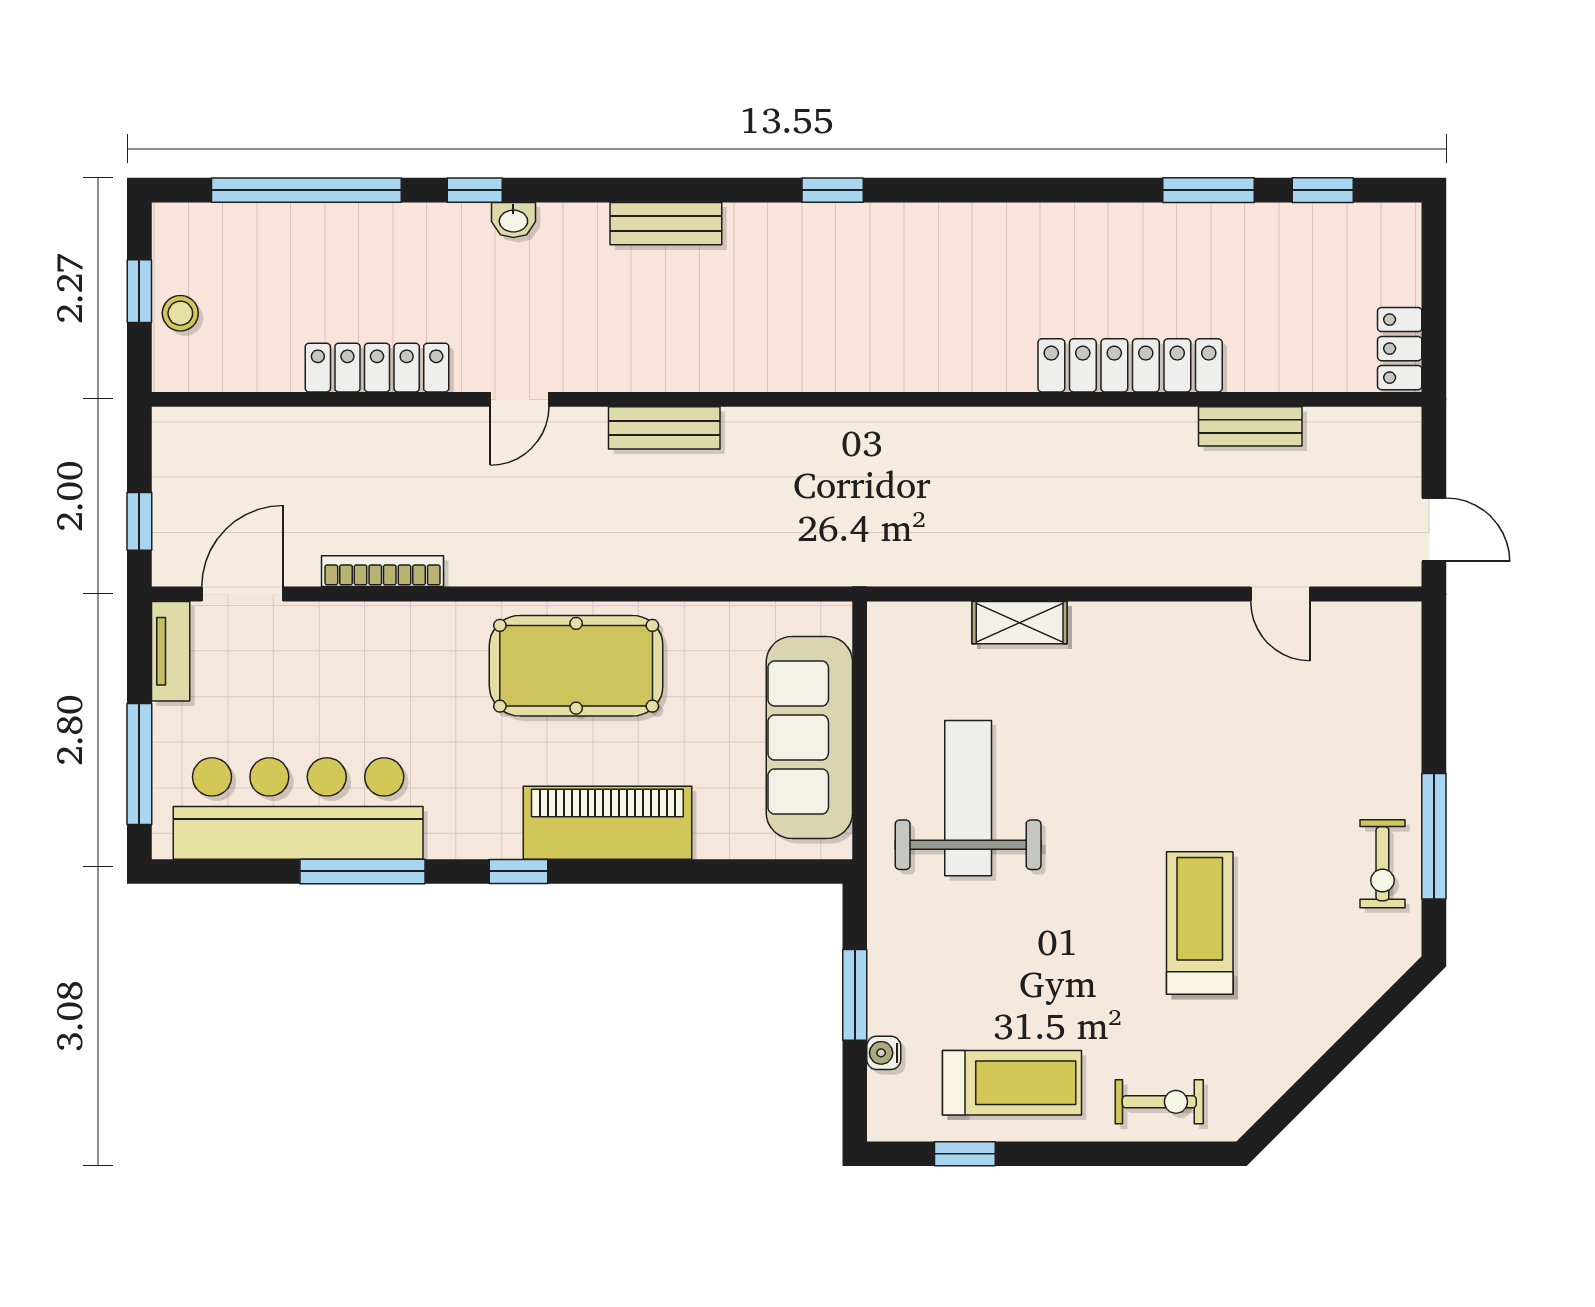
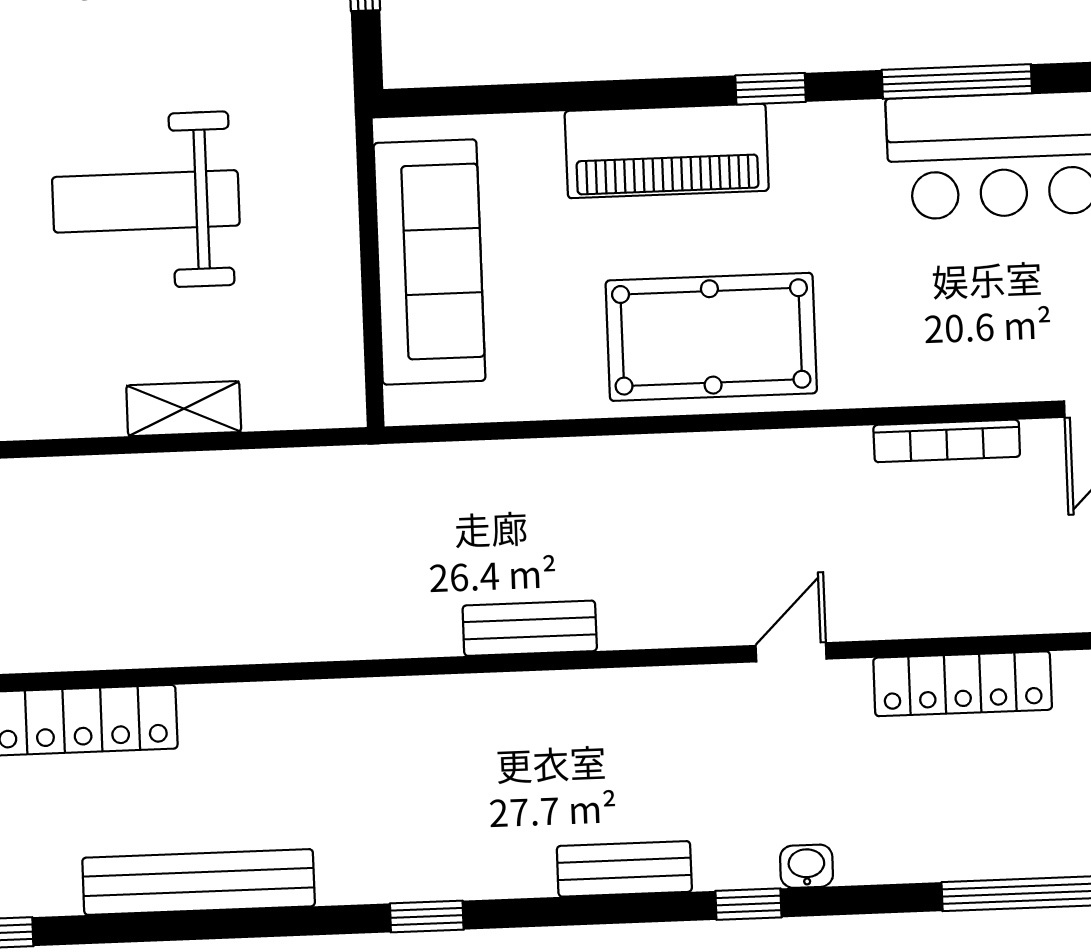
window: (475, 190) -> (748, 904), moved
bench: (1022, 226) -> (199, 882), added
bench: (664, 428) -> (530, 628), moved
weight bench: (968, 798) -> (146, 201), moved, turned 90

